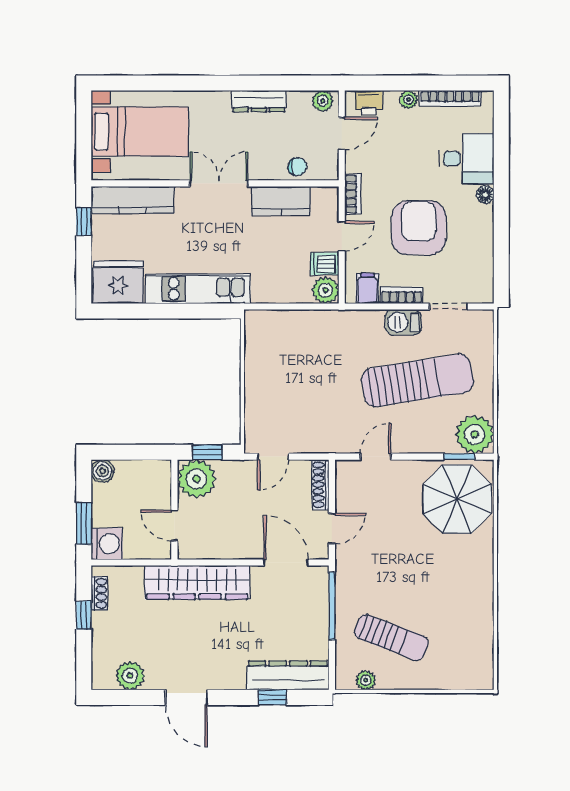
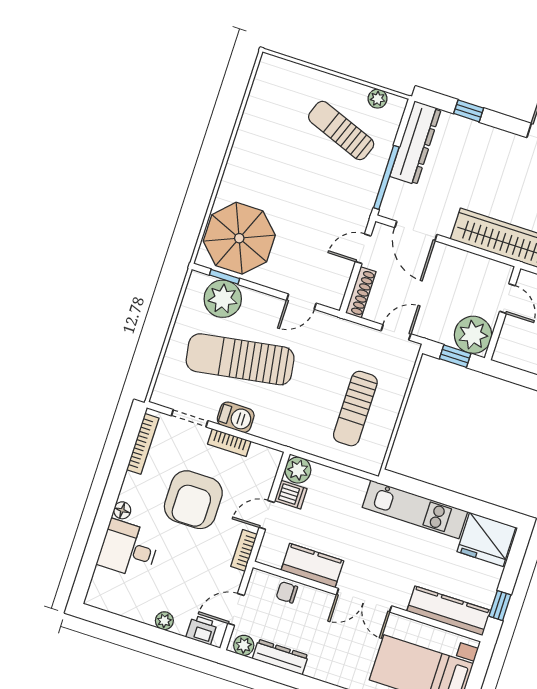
bookcase: (450, 98) -> (143, 444), moved, turned 90
dresser: (259, 101) -> (280, 657), moved
filing cabinet: (367, 288) -> (259, 459), removed
sun lounger: (289, 369) -> (355, 409), added
plant: (475, 434) -> (223, 299), moved
dresser: (288, 675) -> (415, 143), moved, turned -90

